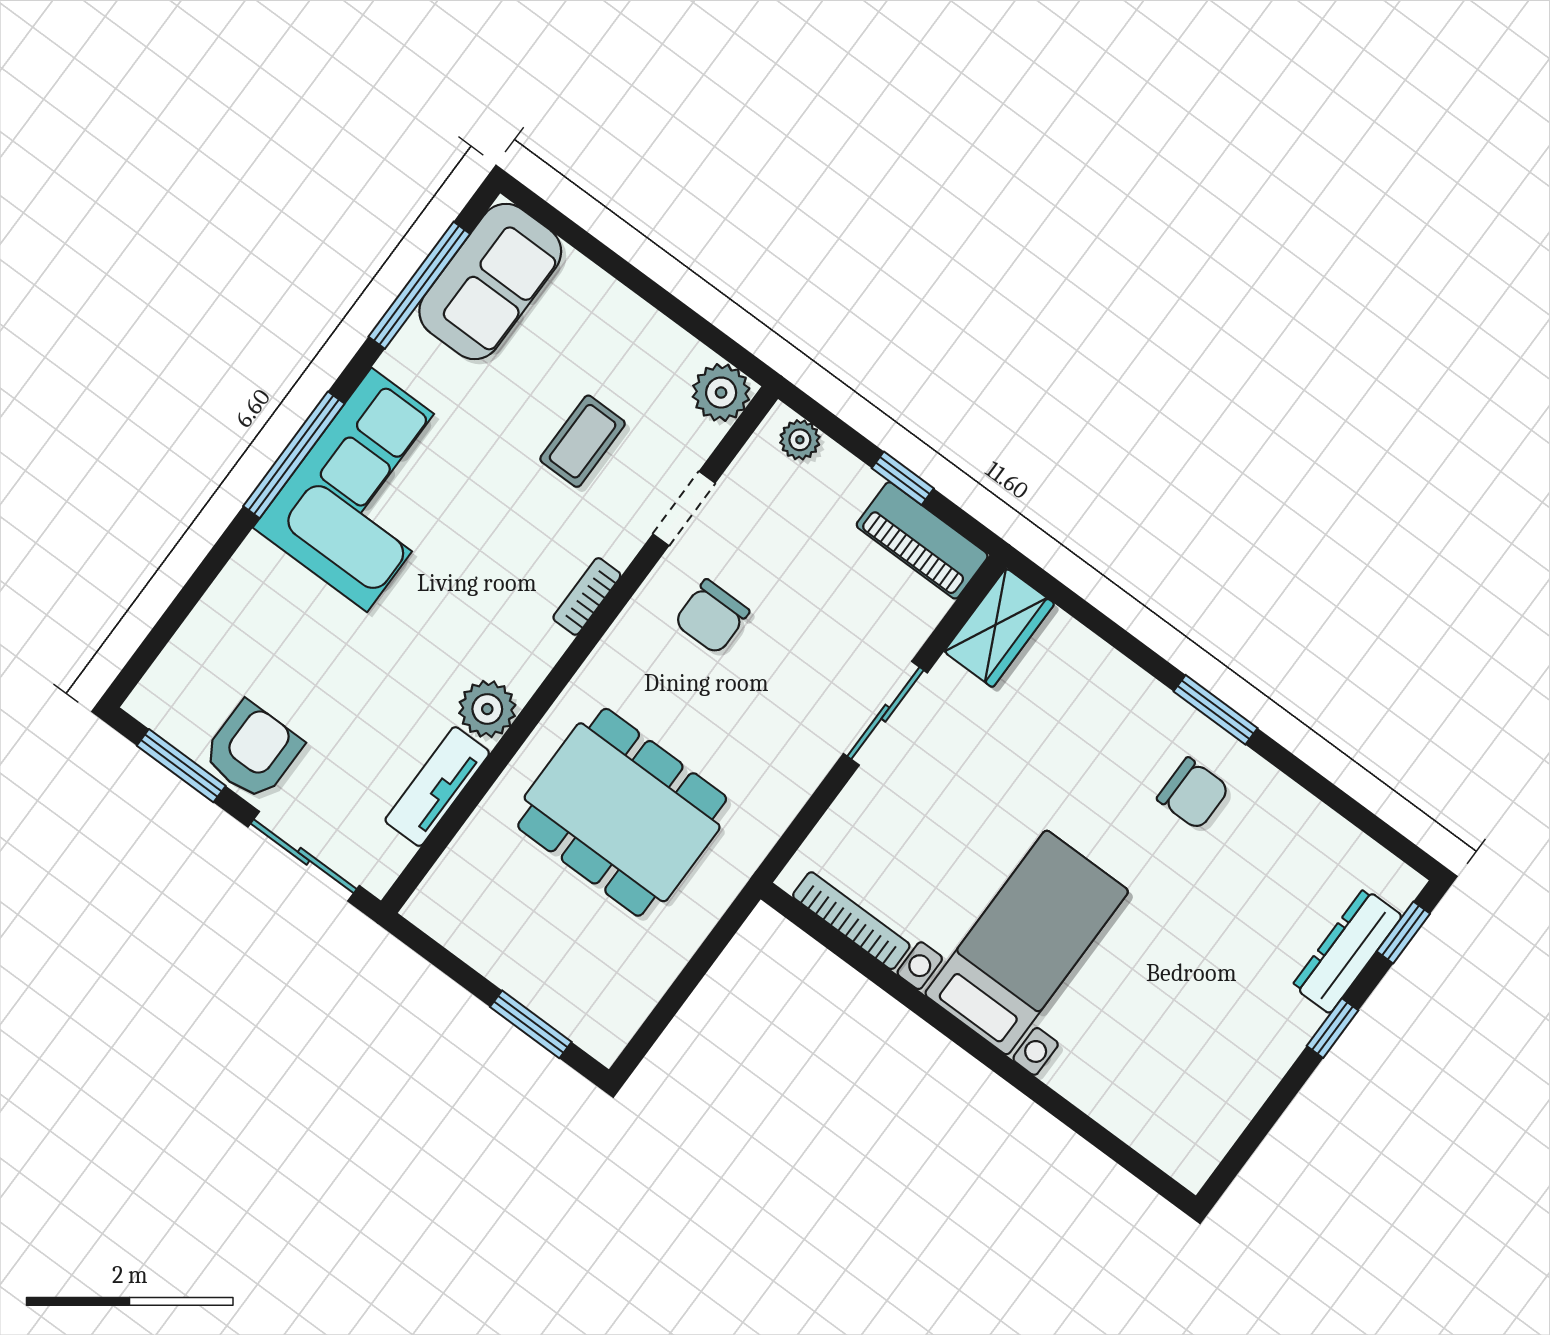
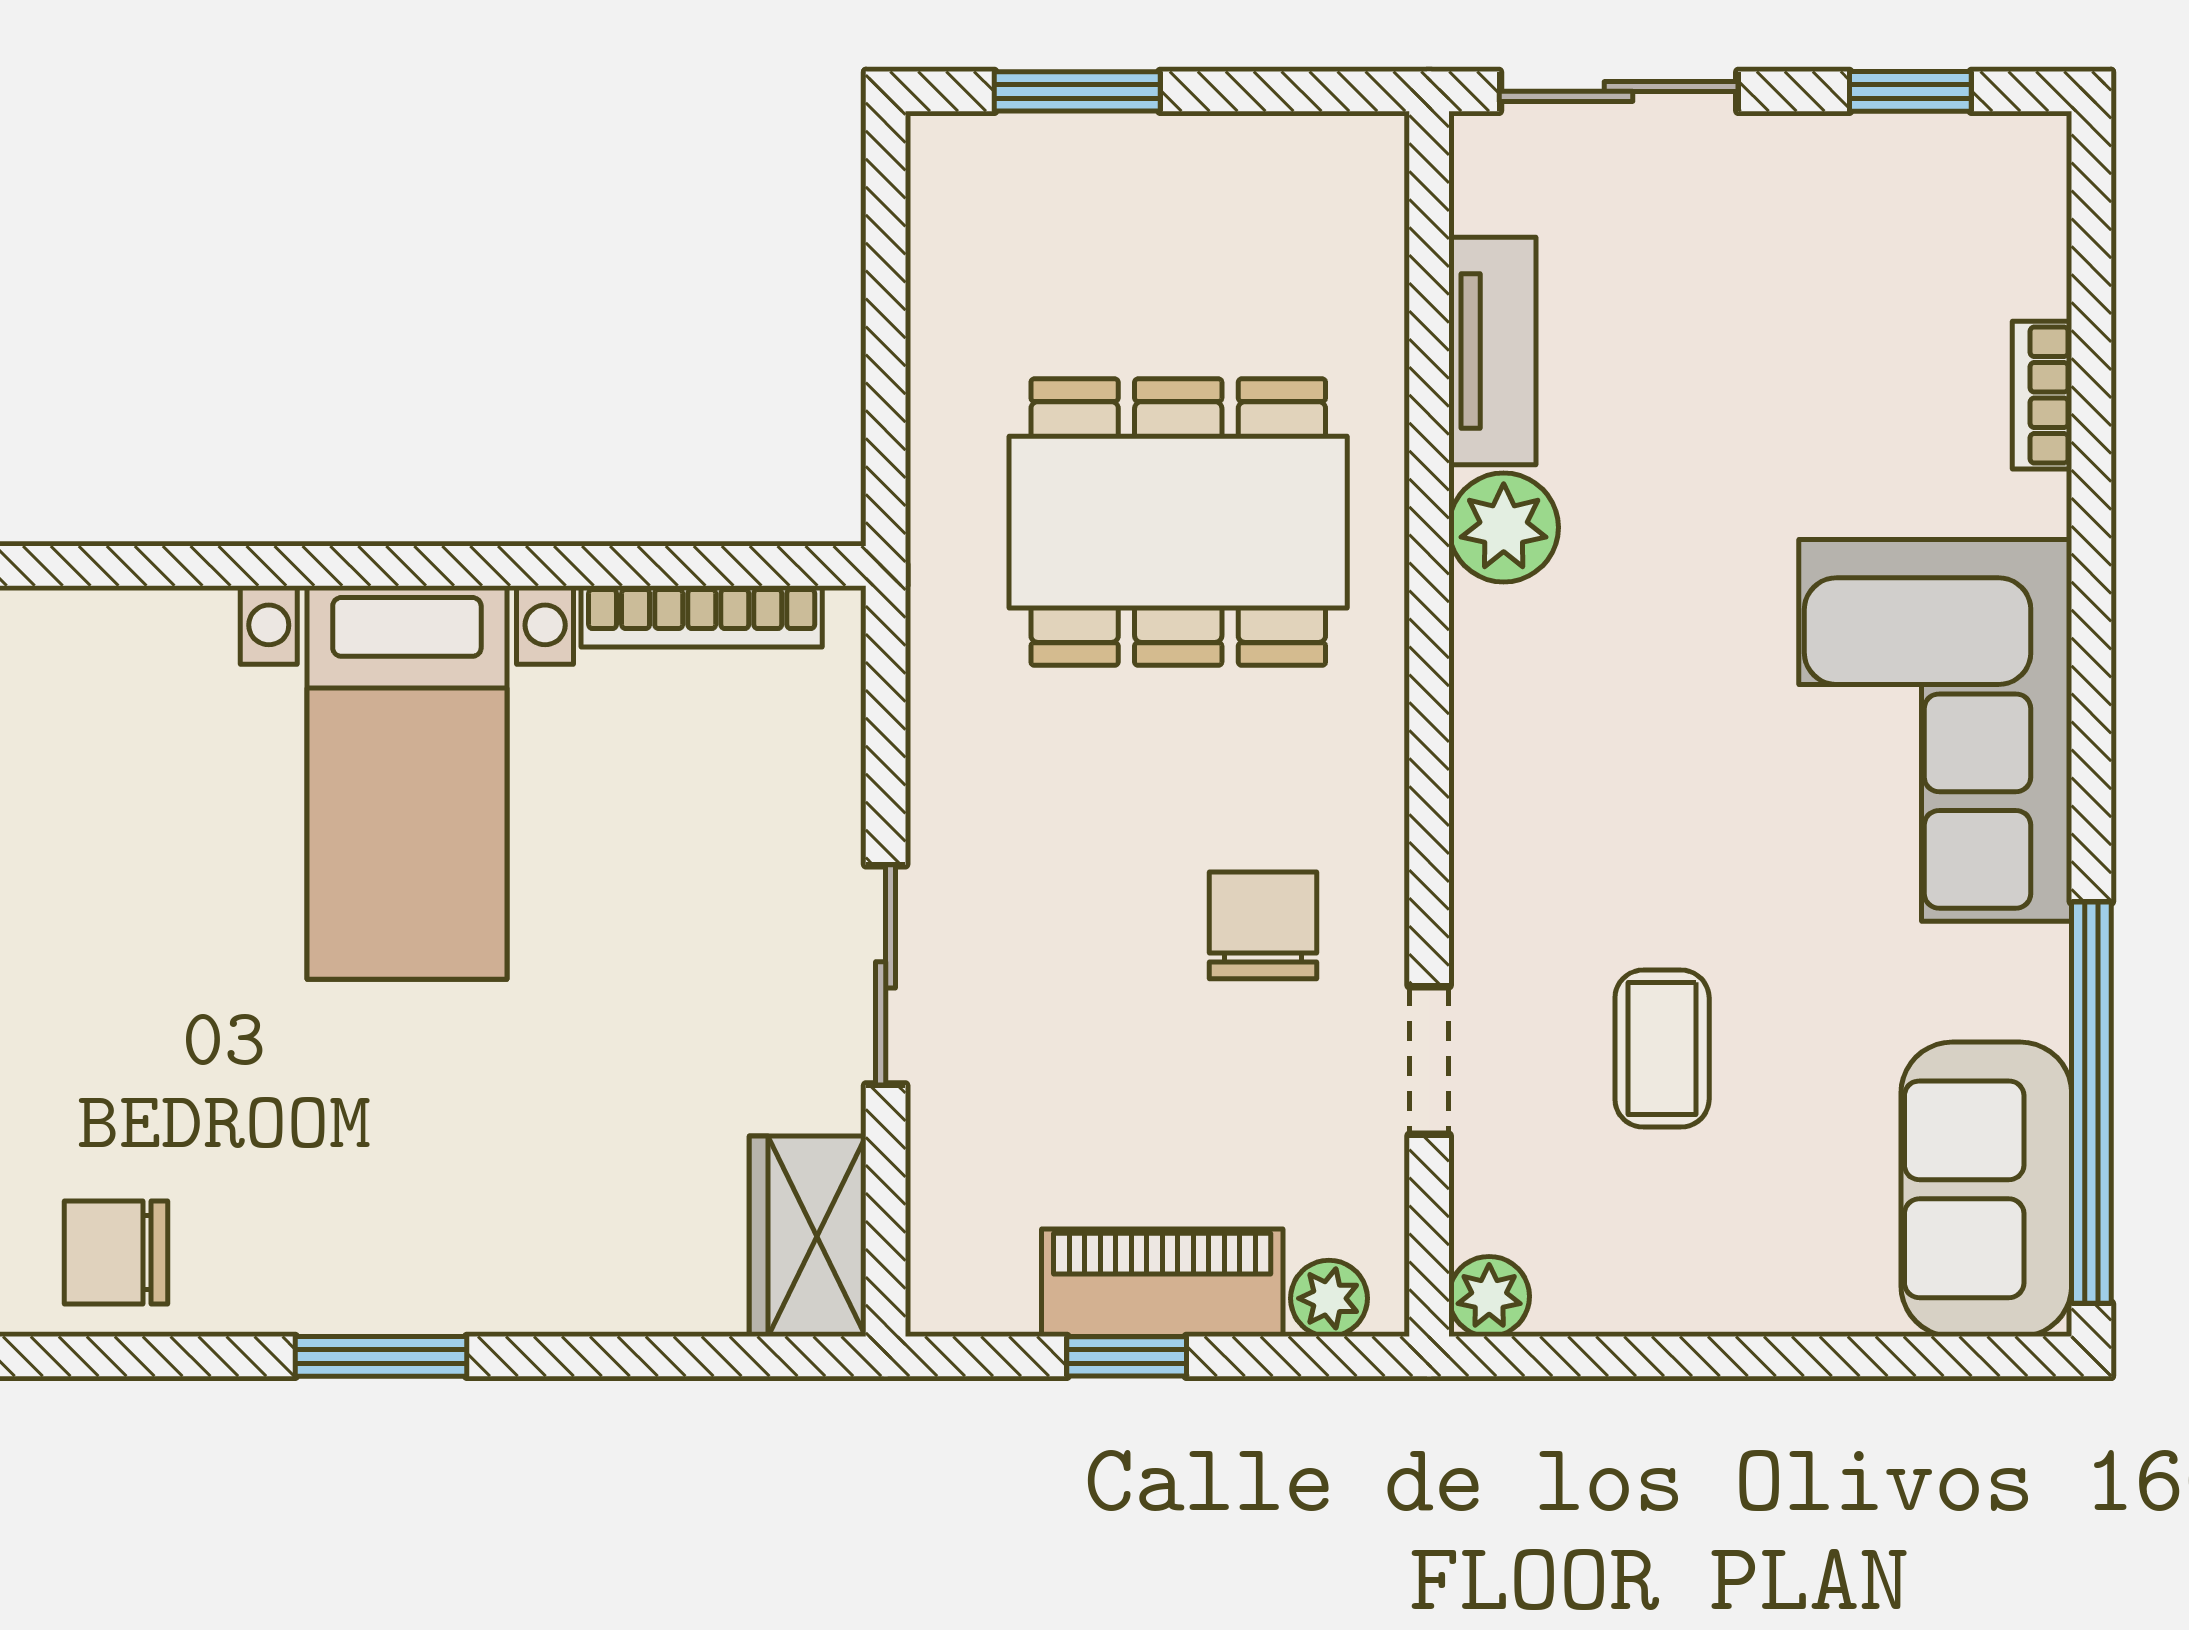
window: (419, 285) -> (2091, 1103), width x1.46
plant: (721, 393) -> (1489, 1296), width x0.73, depth x0.73
window: (294, 455) -> (2091, 698), removed
piano: (922, 540) -> (1162, 1283), moved
bookcase: (587, 596) -> (2042, 395), moved, turned 180
armchair: (253, 751) -> (1818, 196), removed
window: (181, 766) -> (1910, 91), width x0.67
chair: (1193, 794) -> (116, 1253), moved

